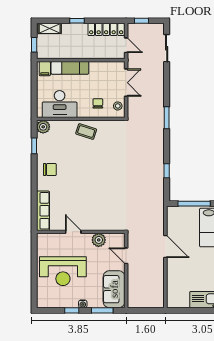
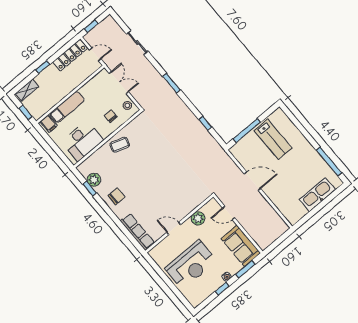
sliding door: (167, 48) -> (137, 43), moved
plant: (43, 127) -> (94, 180), moved

